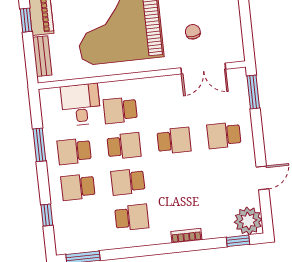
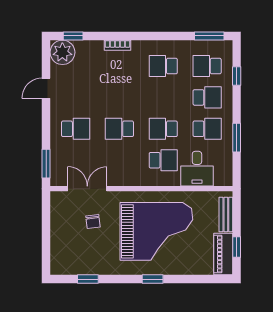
school desk: (128, 182) -> (207, 66), moved, turned 180

